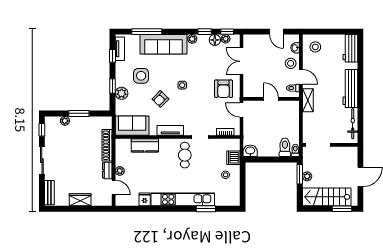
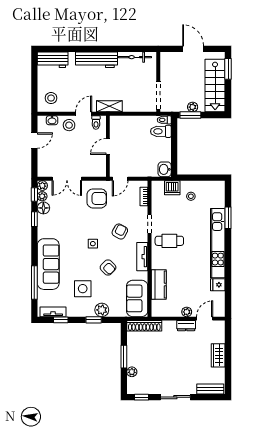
plant: (192, 39) -> (42, 186), moved
armchair: (193, 110) -> (120, 232), added
shoe rack: (107, 145) -> (144, 326), moved

